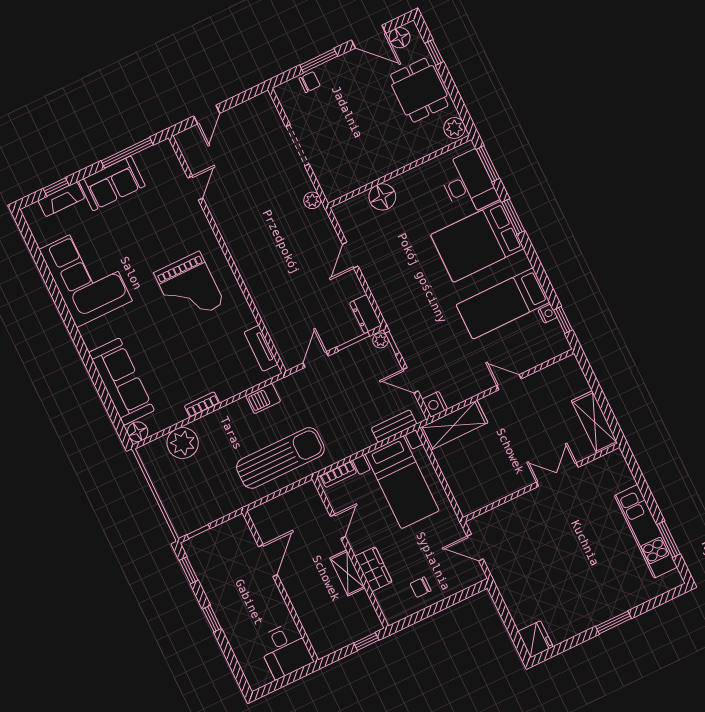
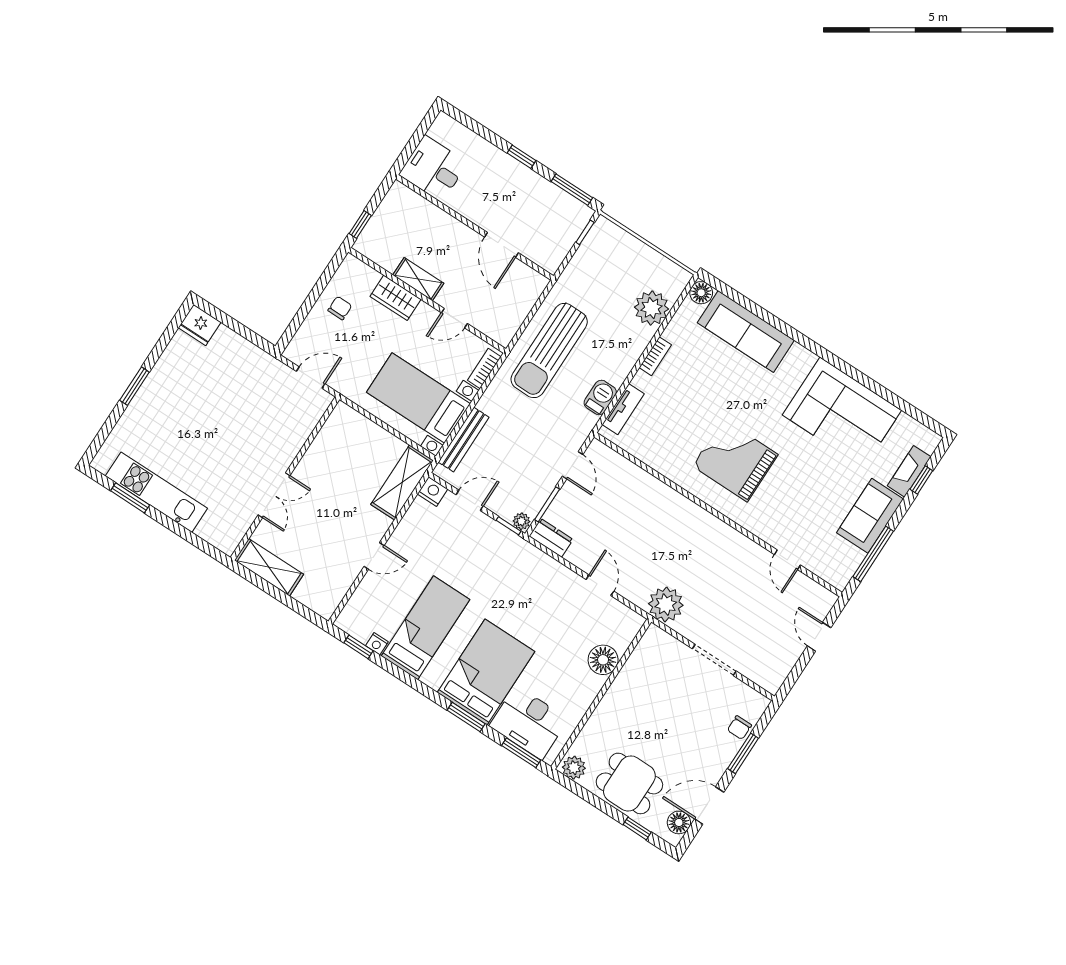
plant: (312, 200) -> (666, 604), width x1.88, depth x1.88
tv unit: (261, 348) -> (623, 409), moved, turned 90
bench: (394, 426) -> (464, 440), width x1.36
door: (338, 526) -> (454, 318), hinge flipped
window: (189, 570) -> (572, 190), width x1.50

